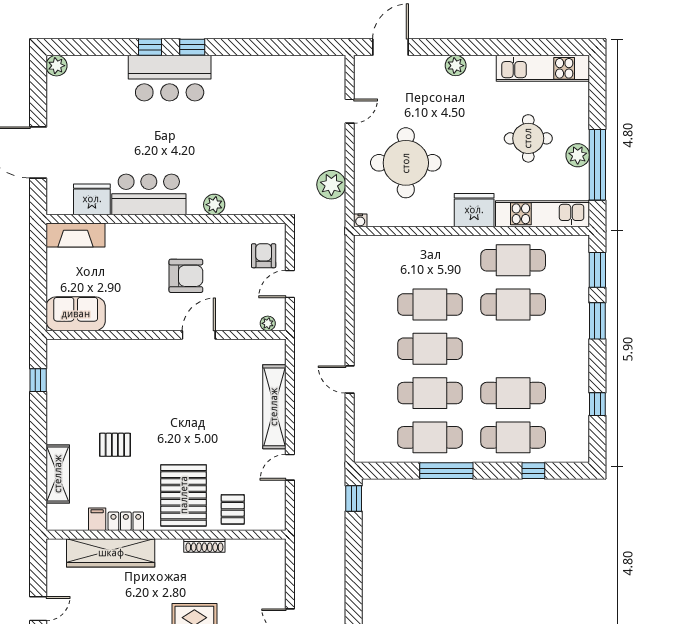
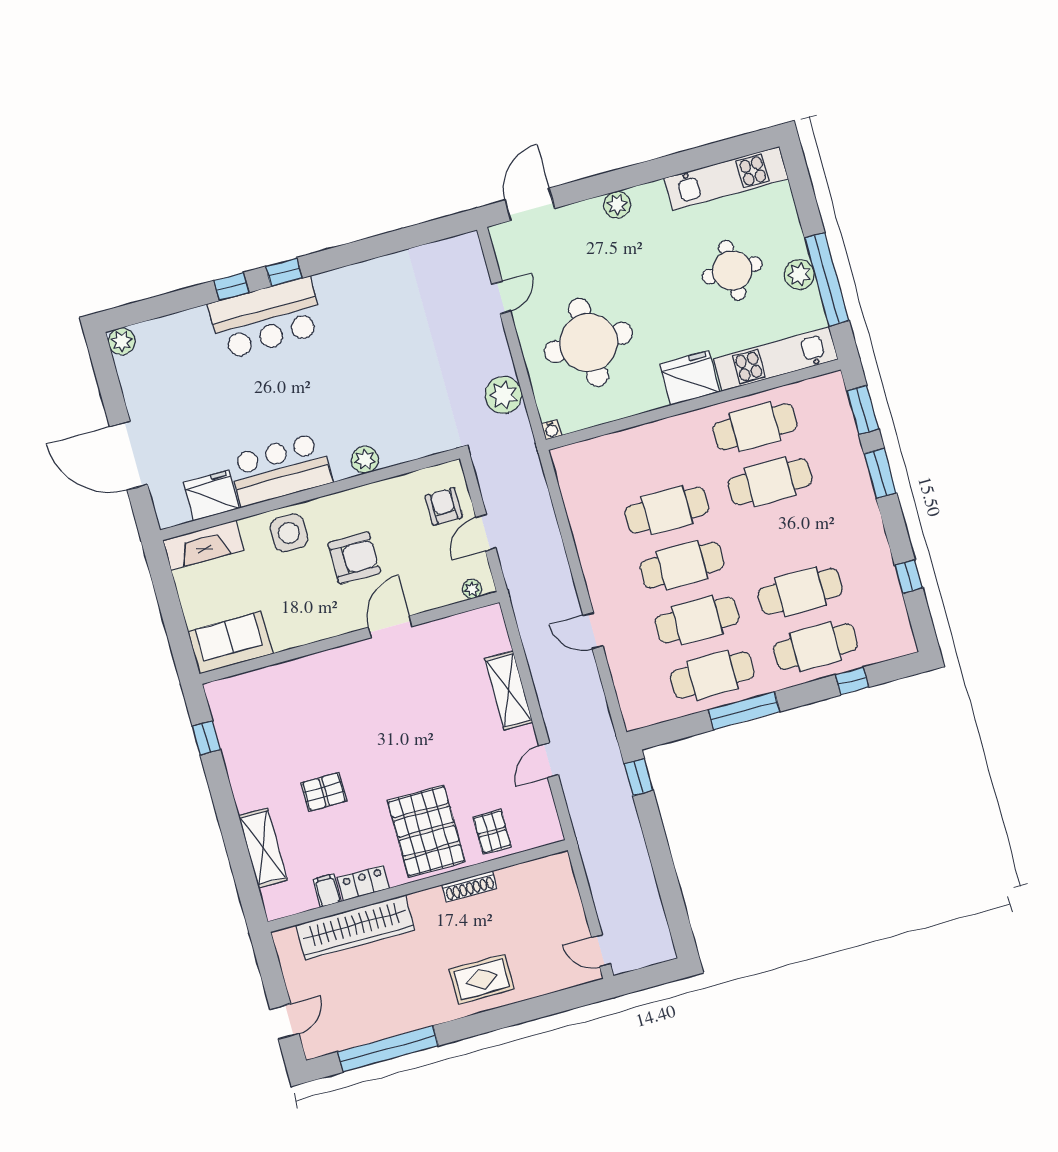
side table: (142, 244) -> (289, 533), added
shelving: (274, 407) -> (509, 690), width x0.68

